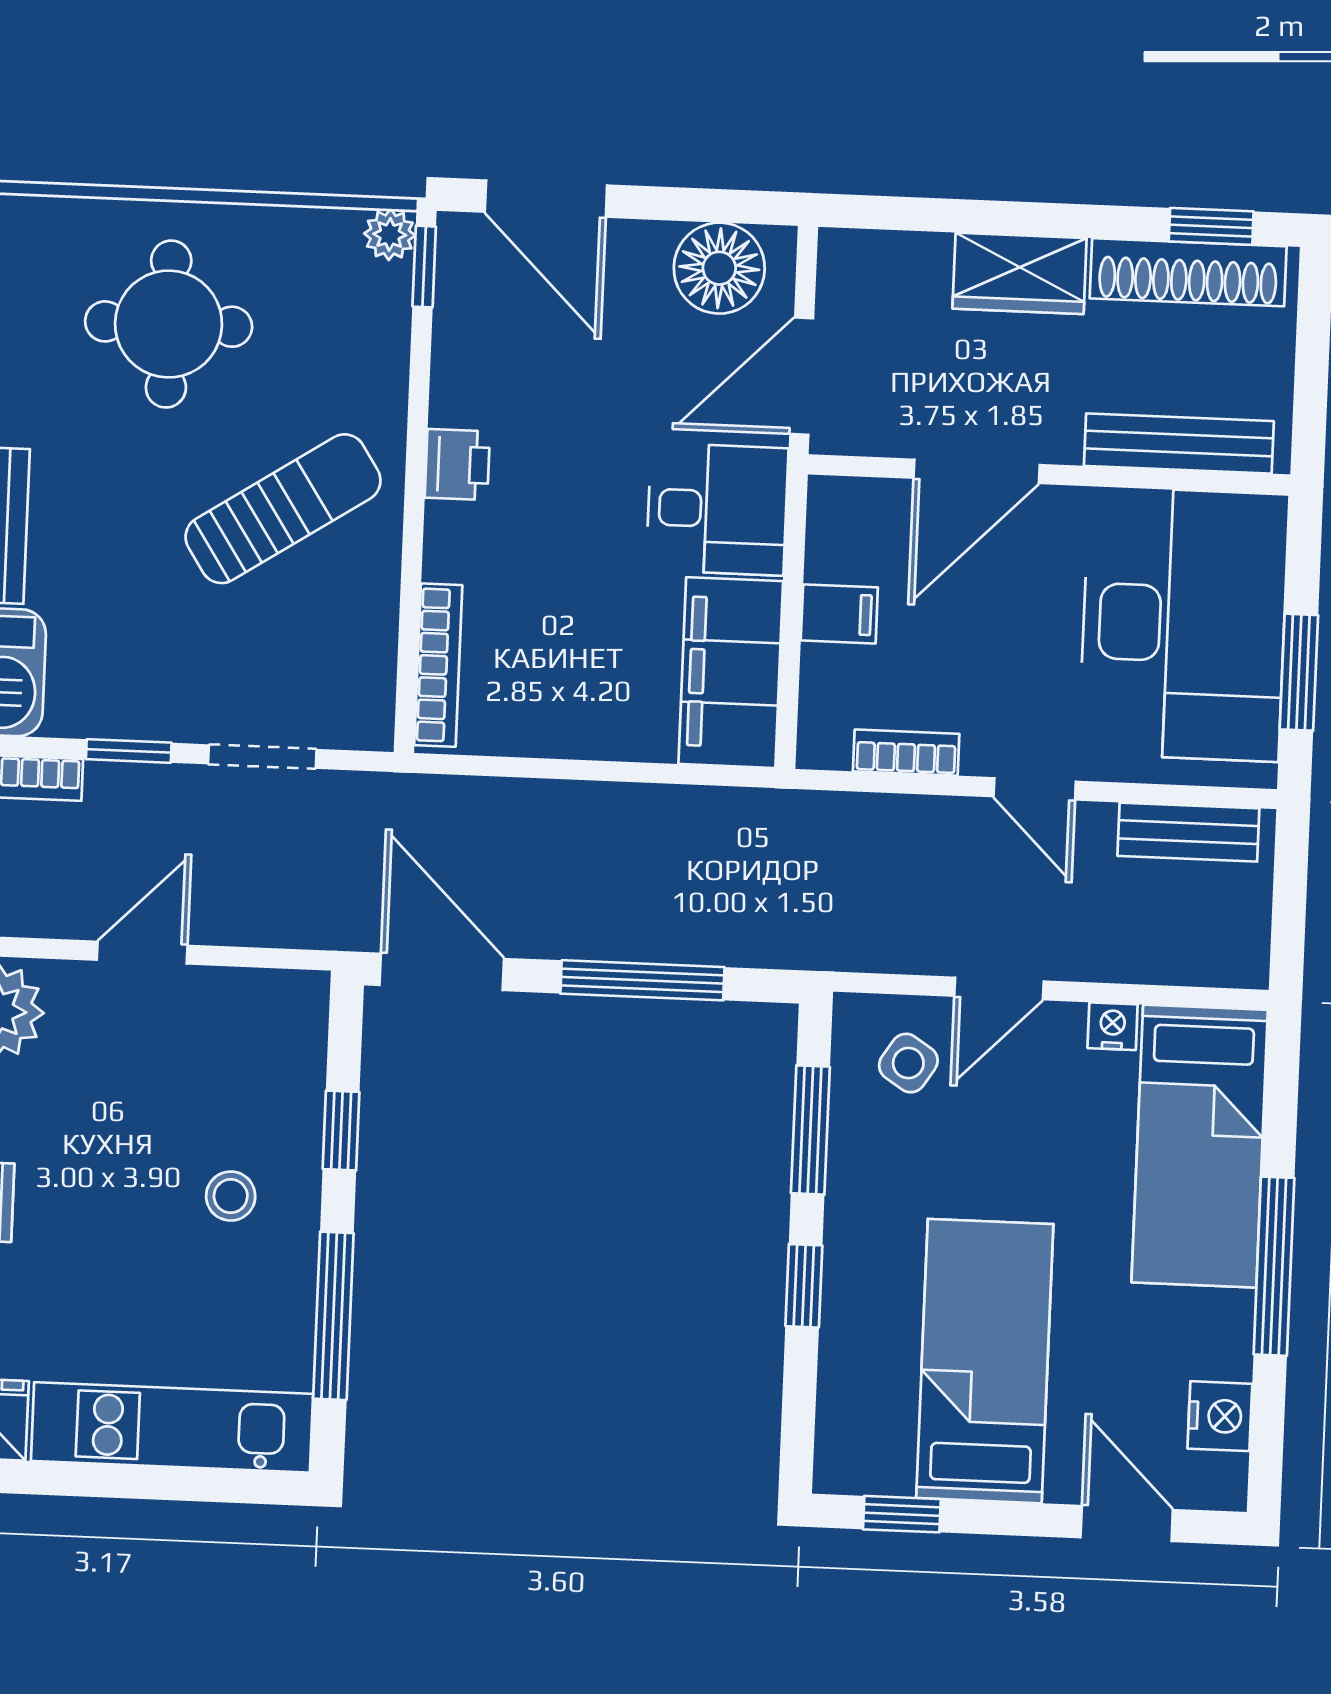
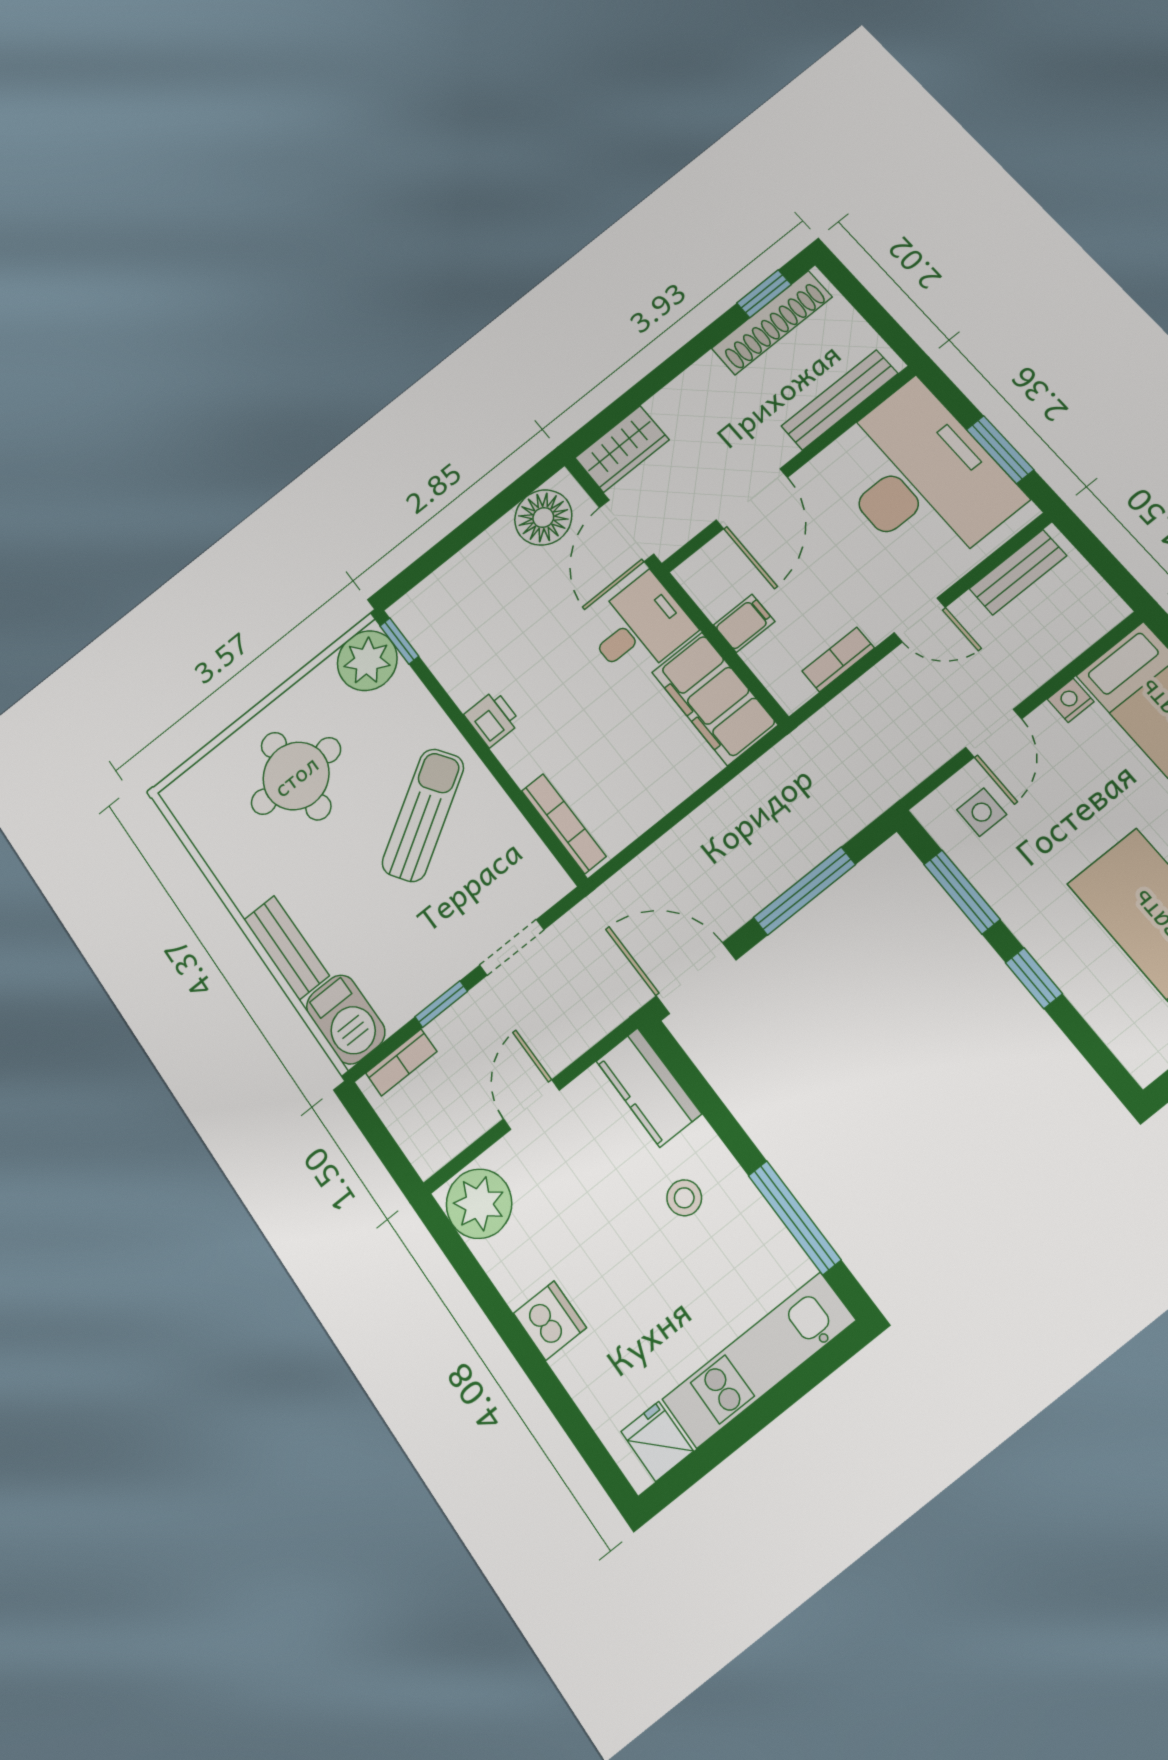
door: (546, 199) -> (433, 559), removed
plant: (390, 235) -> (367, 661), width x1.88, depth x1.88
wardrobe: (1020, 273) -> (622, 449), moved
kitchen counter: (289, 1046) -> (649, 1087), added
side table: (908, 1063) -> (982, 812), turned -33
window: (341, 1130) -> (714, 1110), removed

